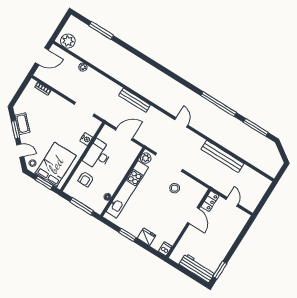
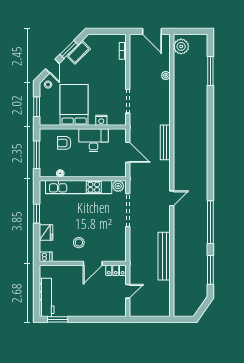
bed: (56, 165) -> (74, 105), moved, turned -90
stool: (175, 188) -> (79, 243), moved

